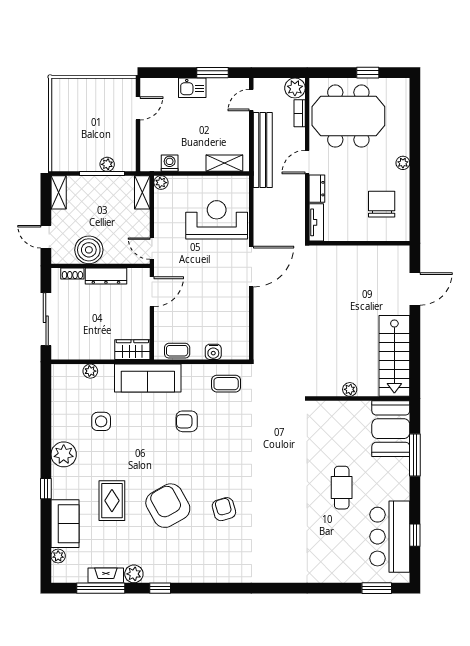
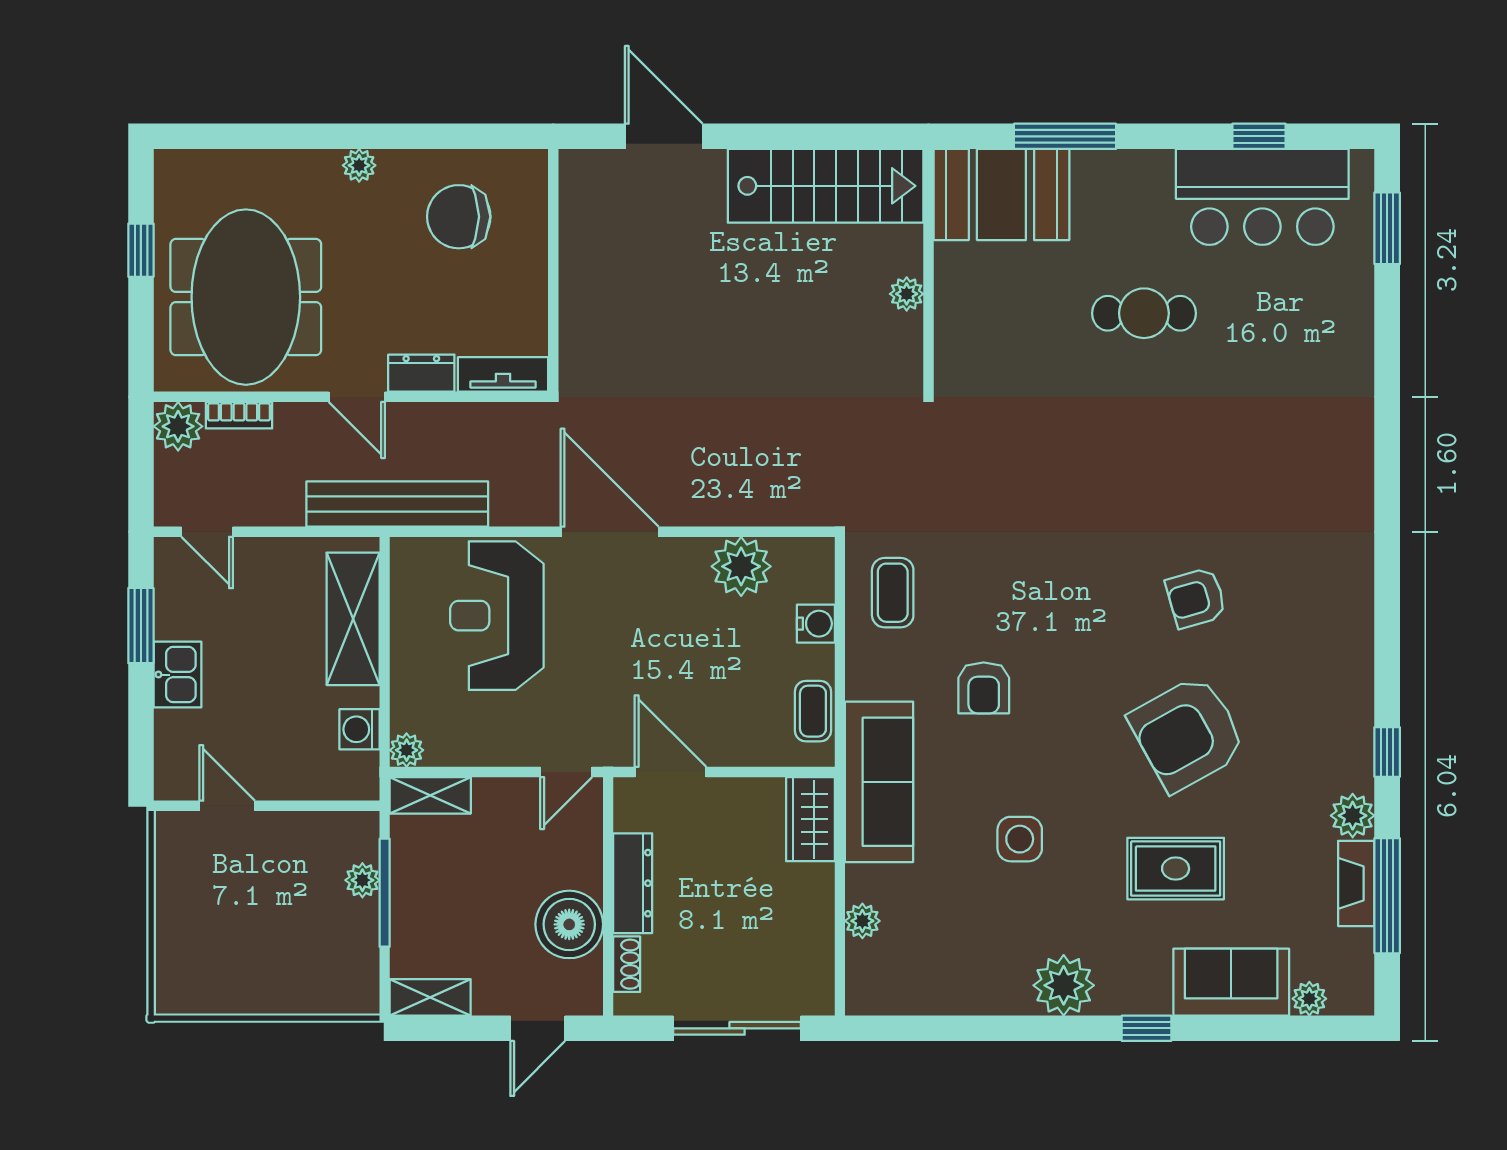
bench: (263, 150) -> (397, 504), moved
shelving: (224, 163) -> (353, 619), width x1.50, depth x1.33
plant: (237, 321) -> (741, 566), added
side table: (101, 421) -> (1020, 839), moved

